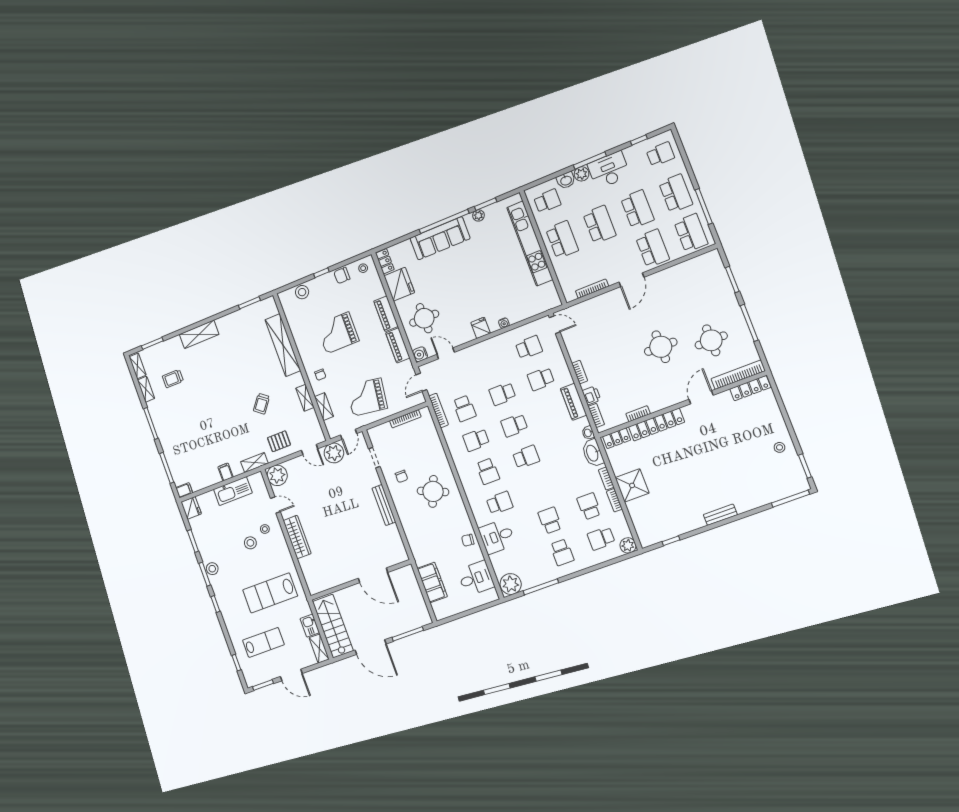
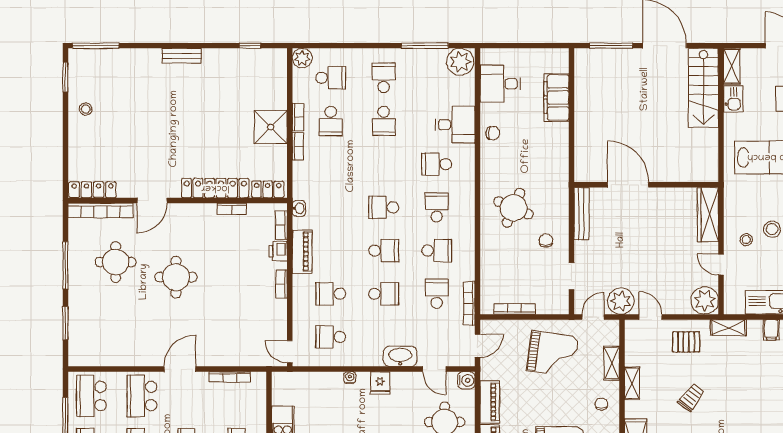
school desk: (541, 379) -> (331, 294), turned 180
washbasin: (593, 453) -> (400, 356), moved, turned -90
door: (373, 575) -> (628, 185), moved
wall: (360, 580) -> (646, 185), moved

